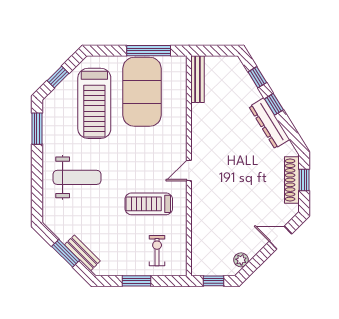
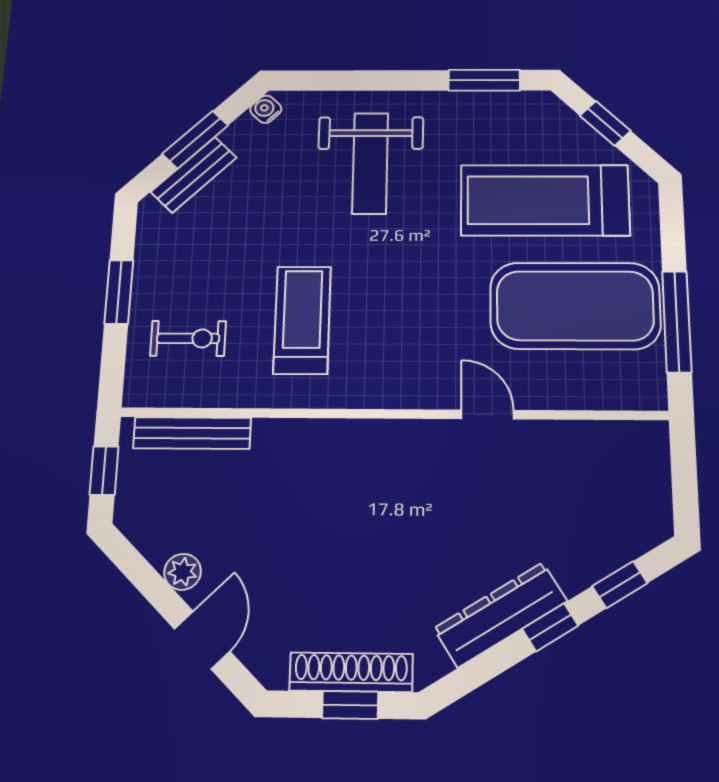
bench: (198, 79) -> (192, 433), moved
door: (189, 170) -> (488, 414), moved
water cooler: (51, 223) -> (266, 109), added
plant: (241, 260) -> (183, 572), moved

